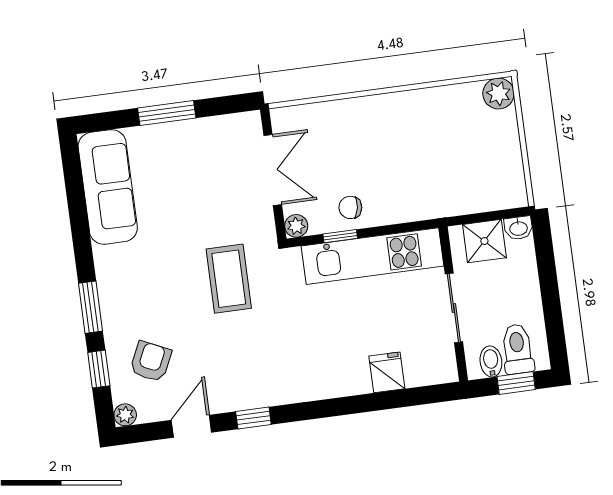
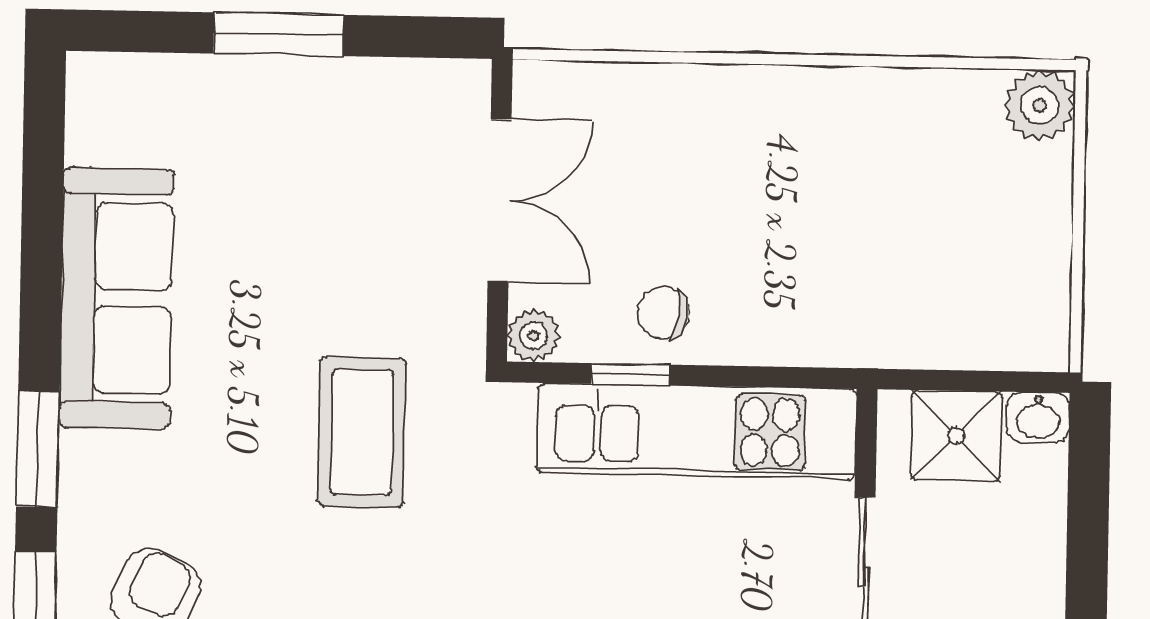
sofa: (108, 187) -> (117, 298), moved

